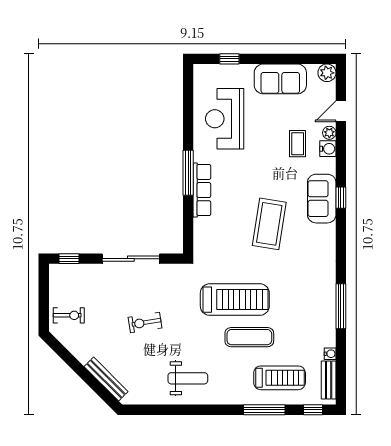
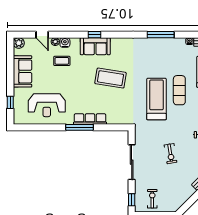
exercise bike: (69, 315) -> (152, 199), moved

